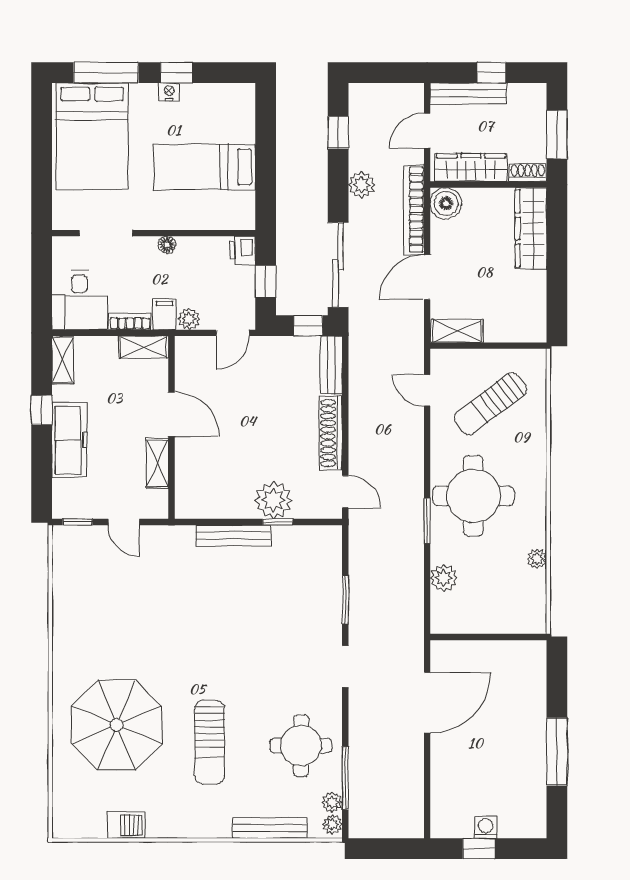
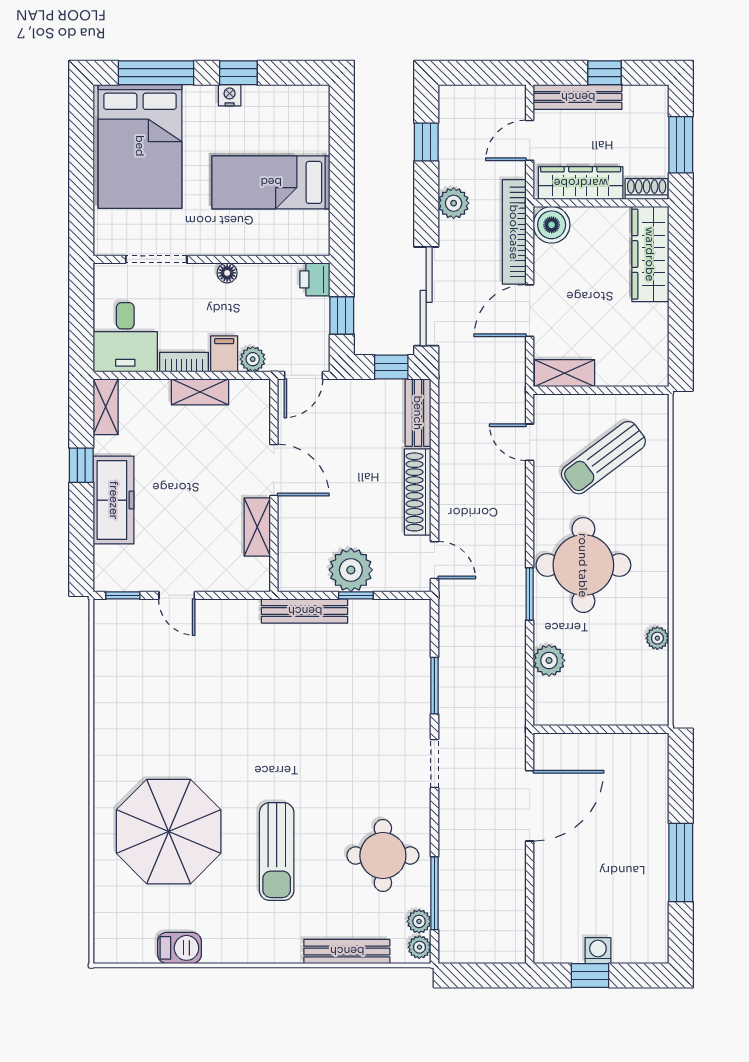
door: (171, 414) -> (274, 470), moved
wall: (171, 427) -> (274, 485), moved
shelving: (157, 463) -> (257, 527), moved

